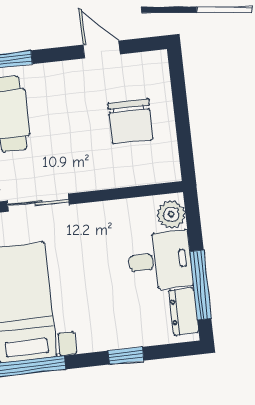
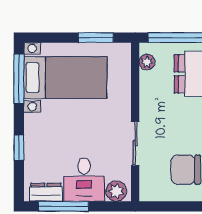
sliding door: (38, 203) -> (135, 143), moved

